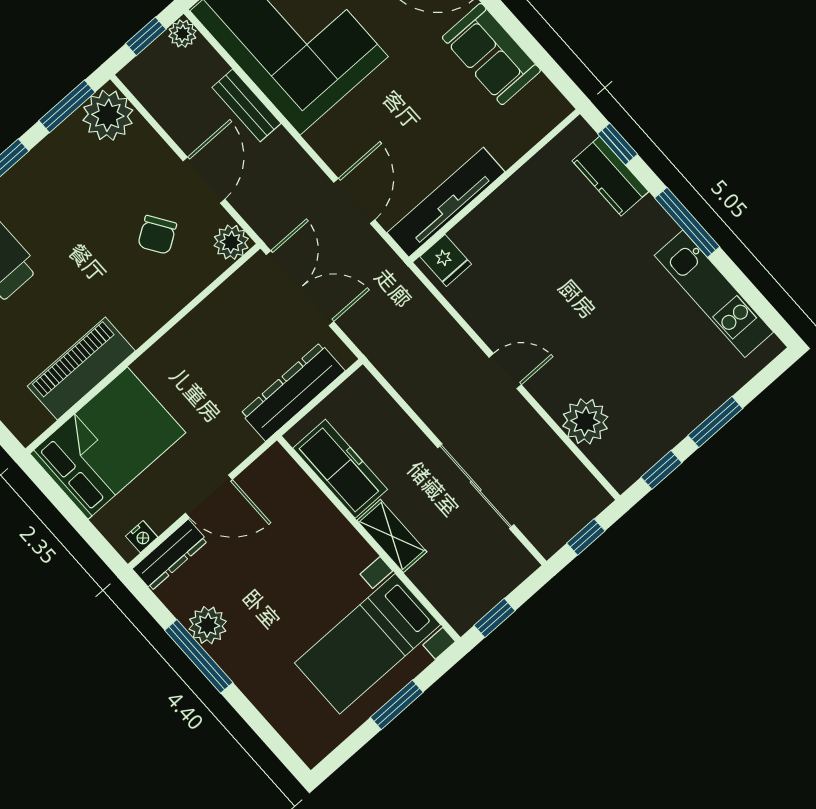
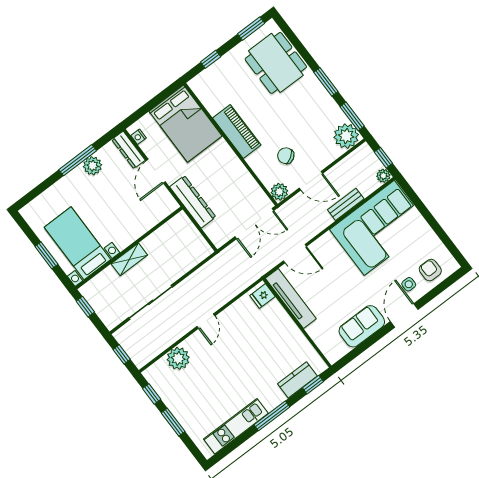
piano: (81, 368) -> (237, 132), moved
dresser: (293, 392) -> (193, 202), moved
freezer: (340, 469) -> (164, 237), removed

